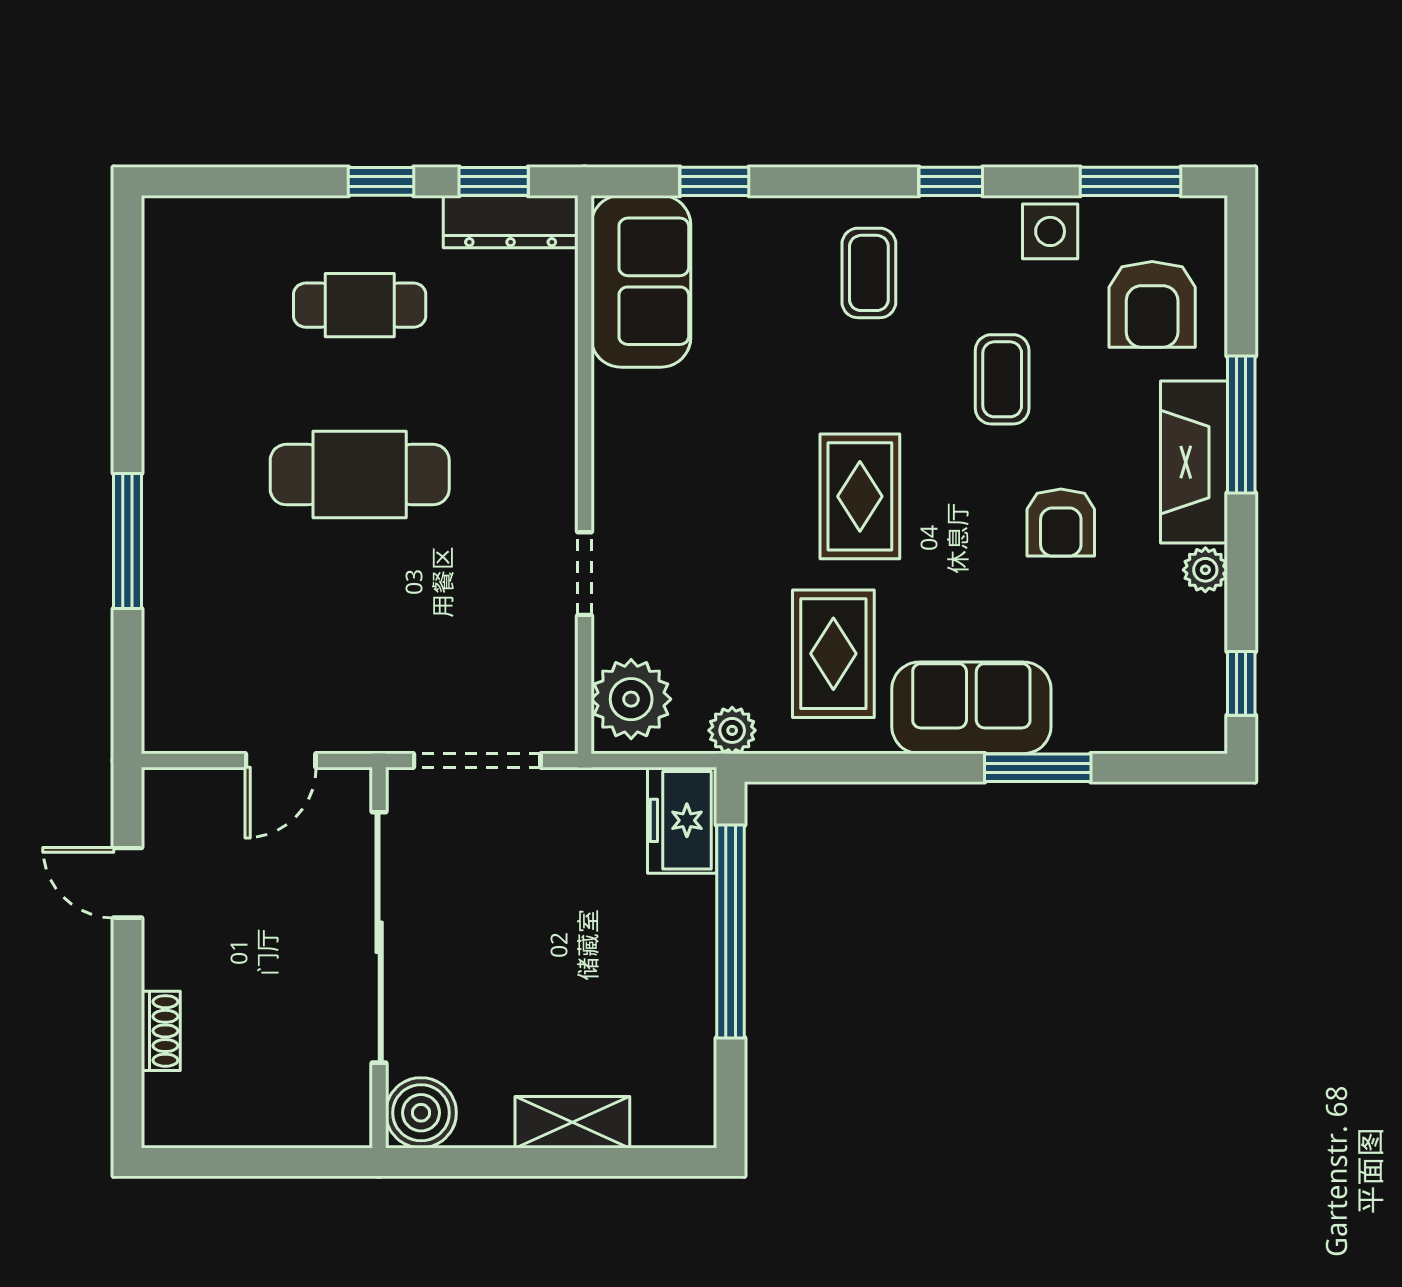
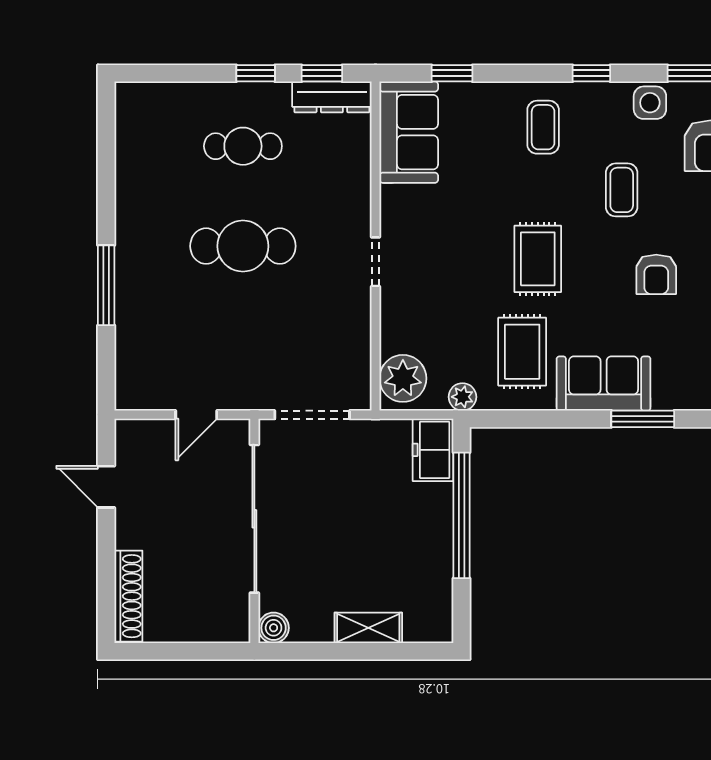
doorway: (585, 574) -> (375, 262), moved
shoe rack: (161, 1031) -> (128, 596), width x1.94, depth x1.24
boiler: (421, 1113) -> (274, 628), width x0.73, depth x0.73

